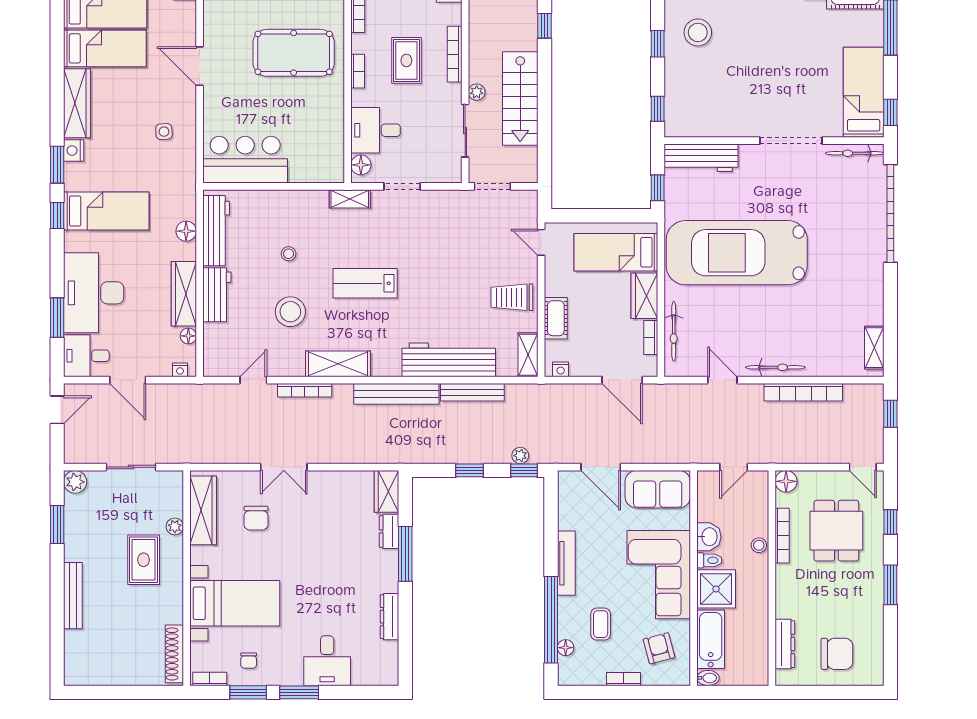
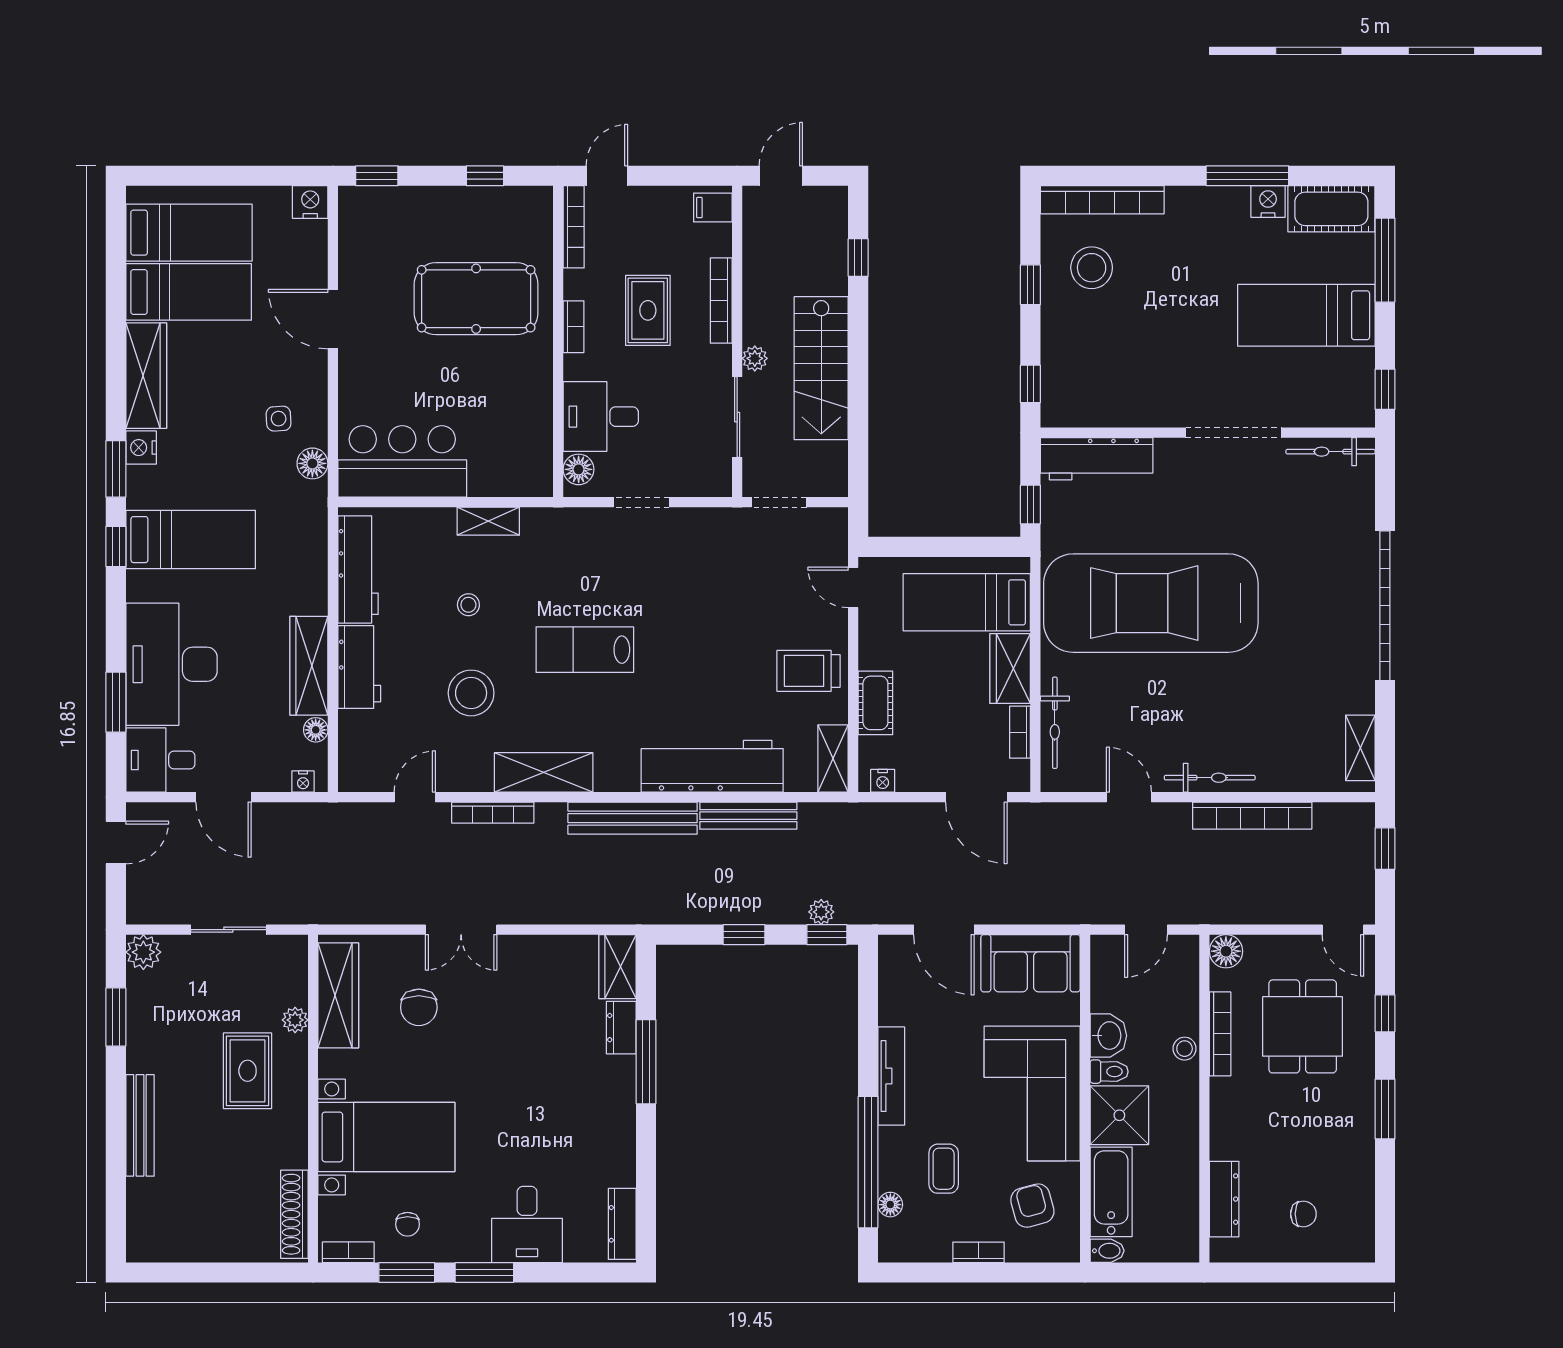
bed: (864, 92) -> (1306, 315), moved, turned -90
shelving: (350, 199) -> (488, 521), moved
garage door: (890, 213) -> (1385, 606), moved
floor lamp: (186, 231) -> (312, 463), moved
dresser: (390, 617) -> (622, 1224), moved
chair: (837, 654) -> (1303, 1214), width x0.54, depth x0.54

